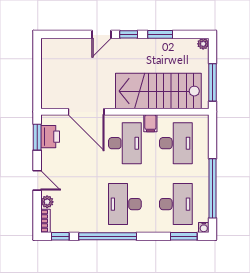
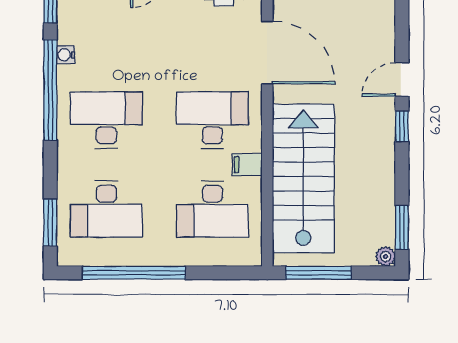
door: (102, 34) -> (402, 79), hinge flipped
window: (160, 34) -> (402, 227), moved
door: (86, 112) -> (267, 53), swing flipped
desk: (125, 143) -> (212, 120), turned 180
water cooler: (204, 227) -> (66, 55), moved

